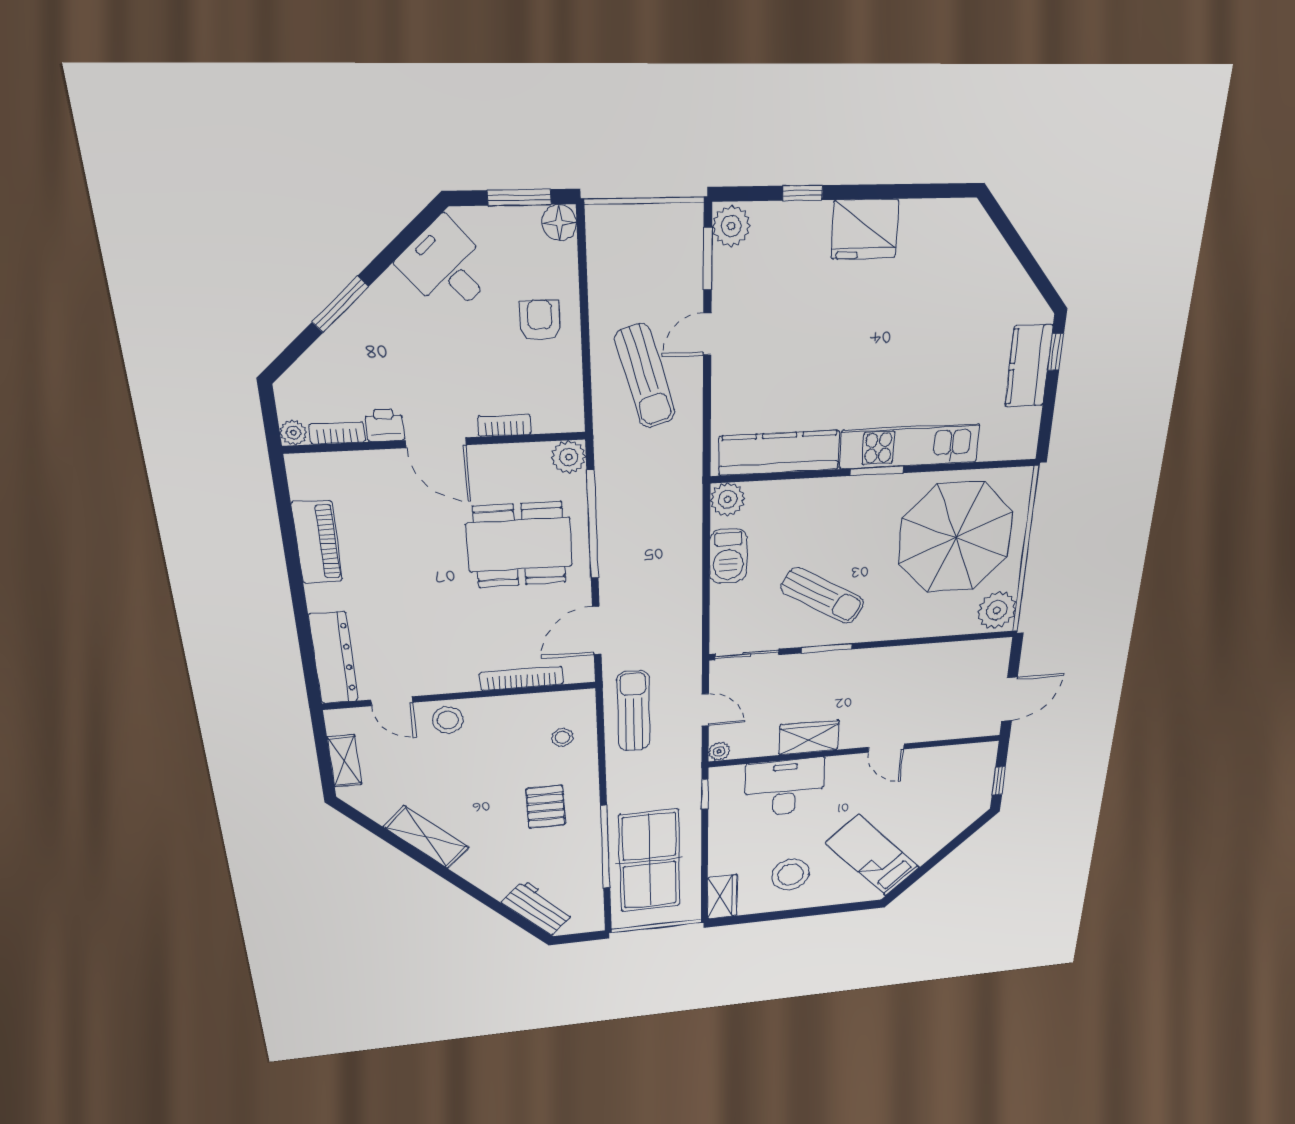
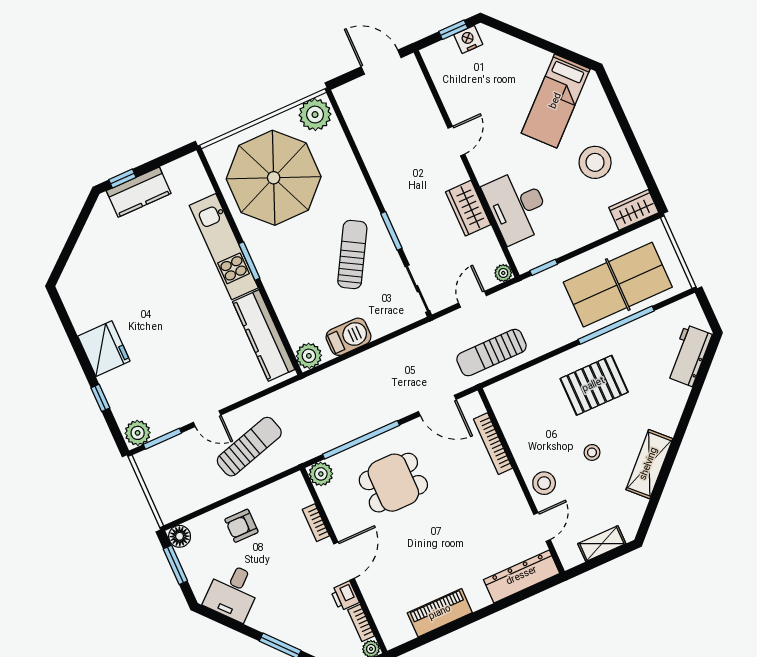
dining table: (520, 545) -> (393, 483), width x0.73
stool: (562, 737) -> (592, 452), moved
nightstand: (981, 792) -> (468, 39), added
pallet: (546, 807) -> (594, 385), width x1.50, depth x1.42

